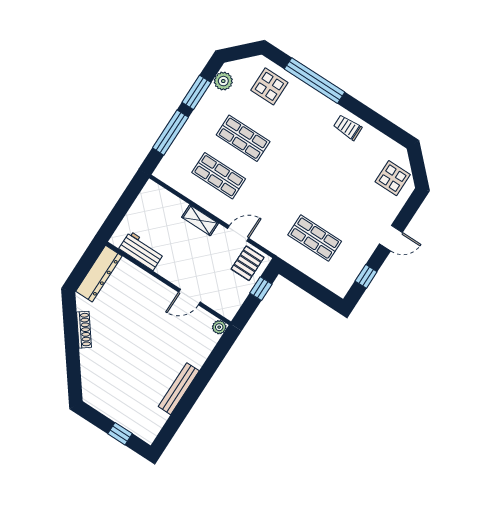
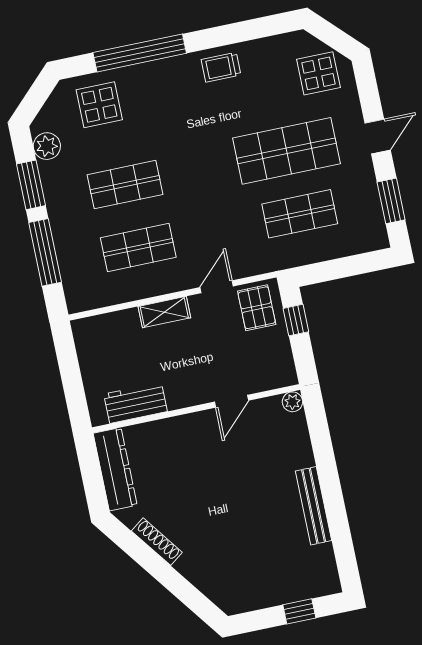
shop shelf: (339, 201) -> (287, 151), added
window: (366, 276) -> (391, 201), width x1.50

